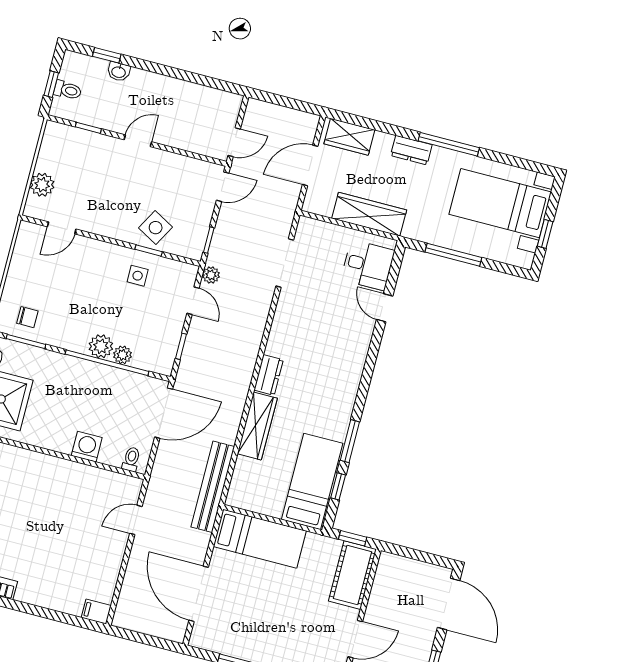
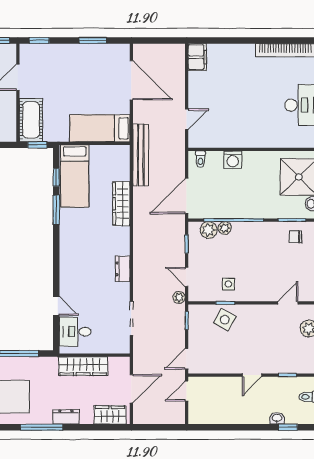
plant: (101, 346) -> (209, 230), moved
dresser: (269, 375) -> (123, 269), moved
filing cabinet: (96, 612) -> (197, 57), width x2.00

